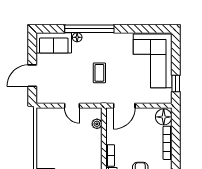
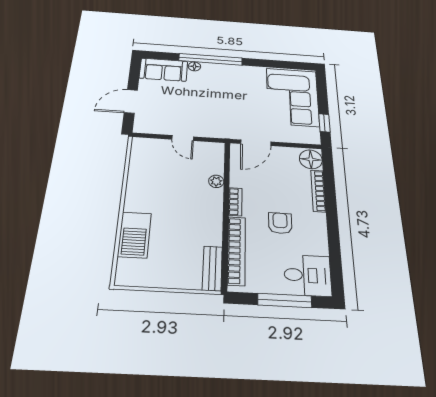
coffee table: (99, 73) -> (222, 105), removed
plant: (97, 124) -> (216, 181), moved

